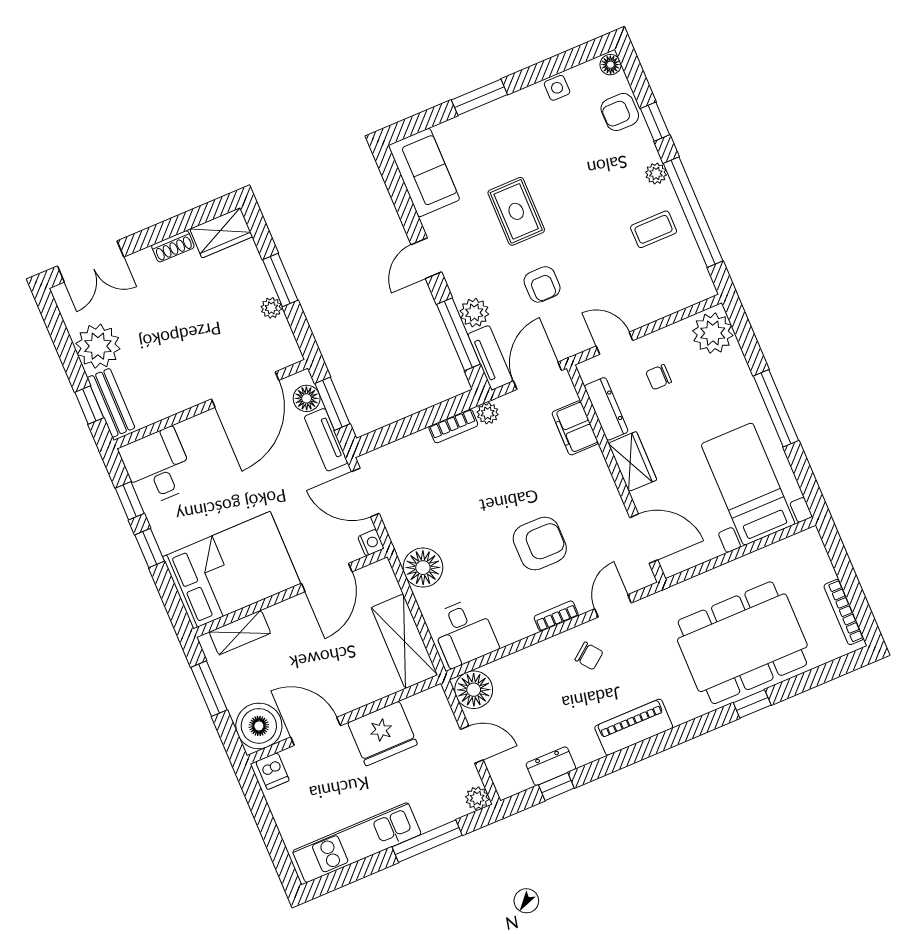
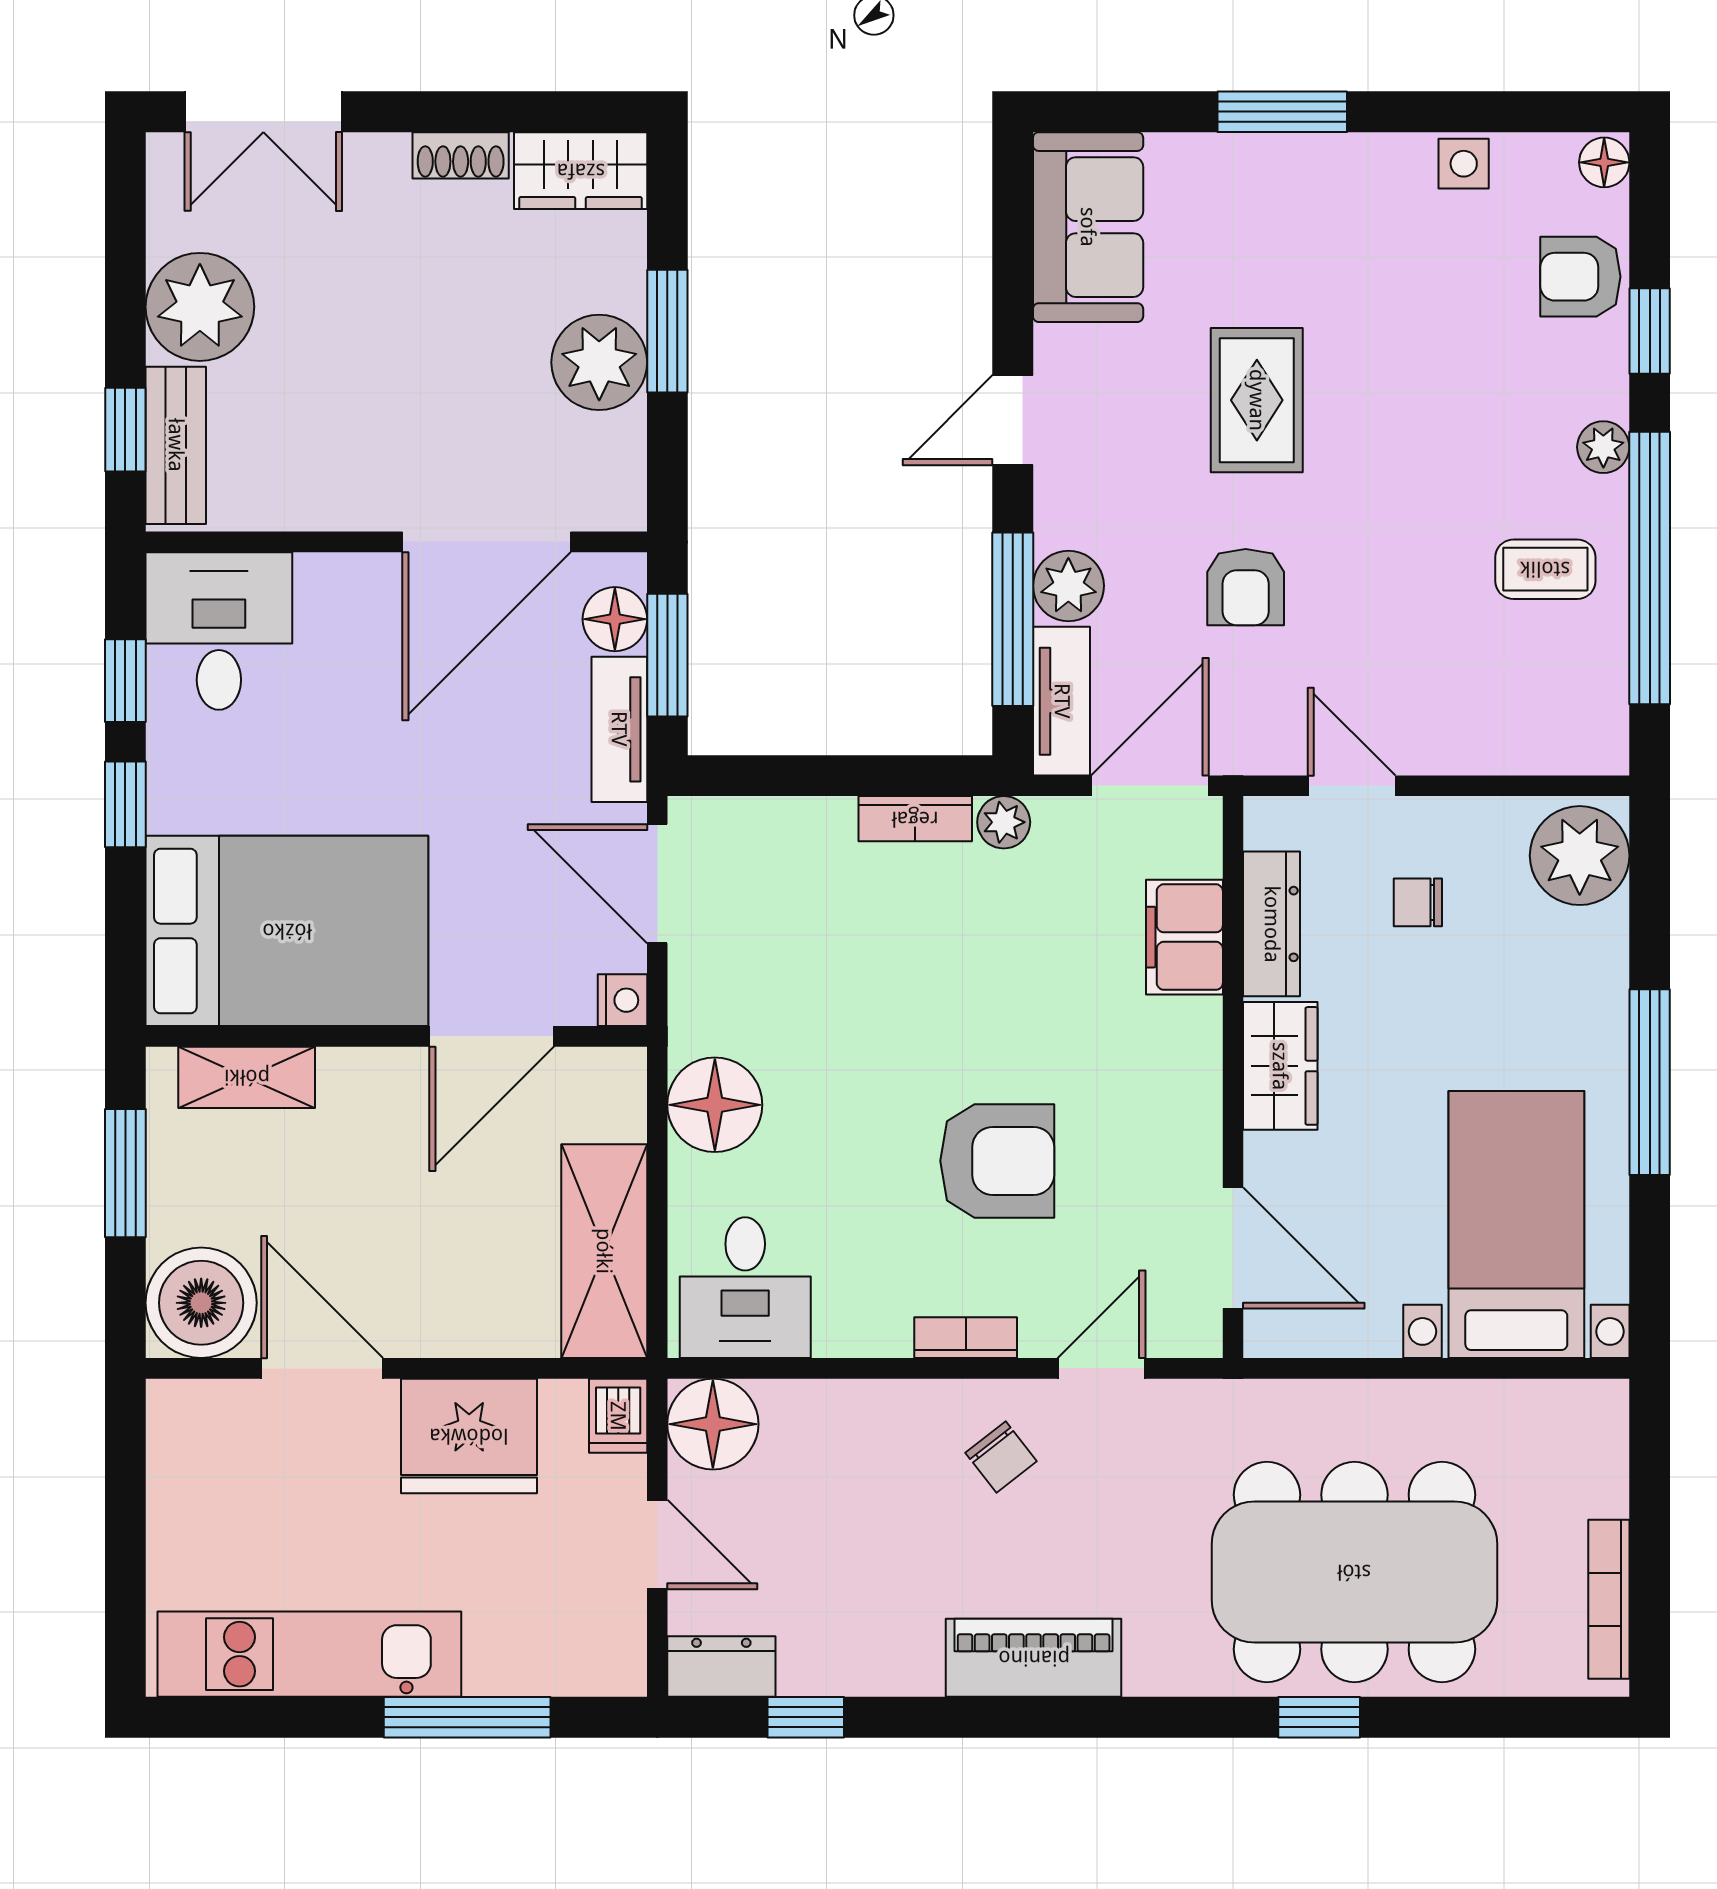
plant: (271, 308) -> (599, 362), width x1.88, depth x1.88
dresser: (551, 766) -> (721, 1666), moved
dishwasher: (272, 771) -> (618, 1416), moved
plant: (477, 798) -> (619, 1669), removed

